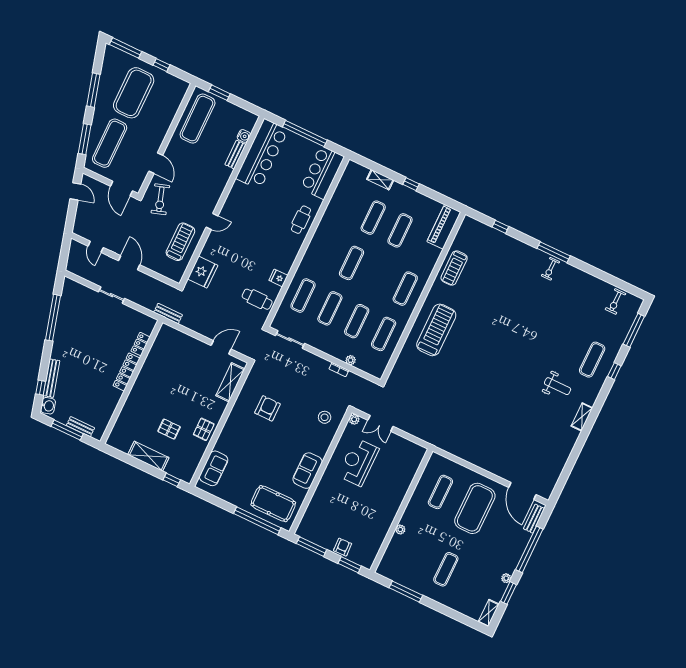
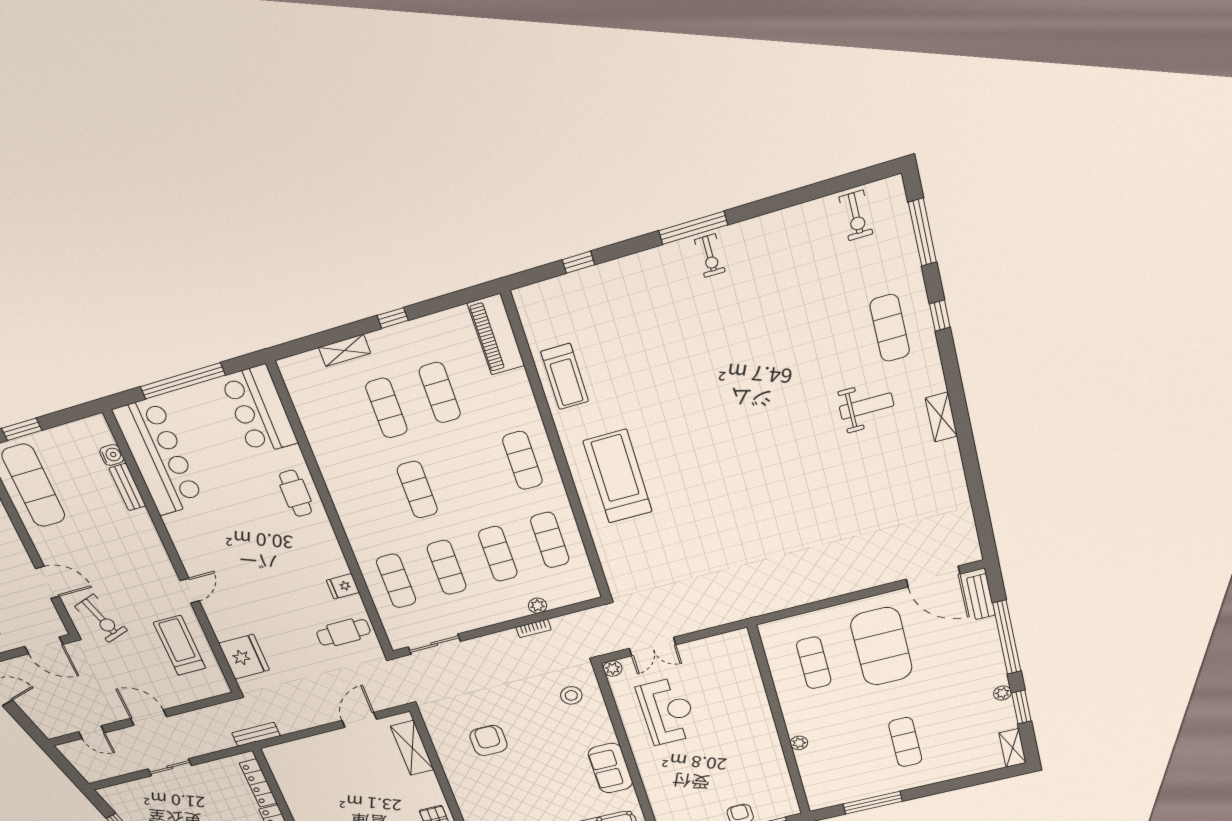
locker: (140, 344) -> (258, 783), width x1.53
reception desk: (358, 462) -> (667, 711), turned 180

